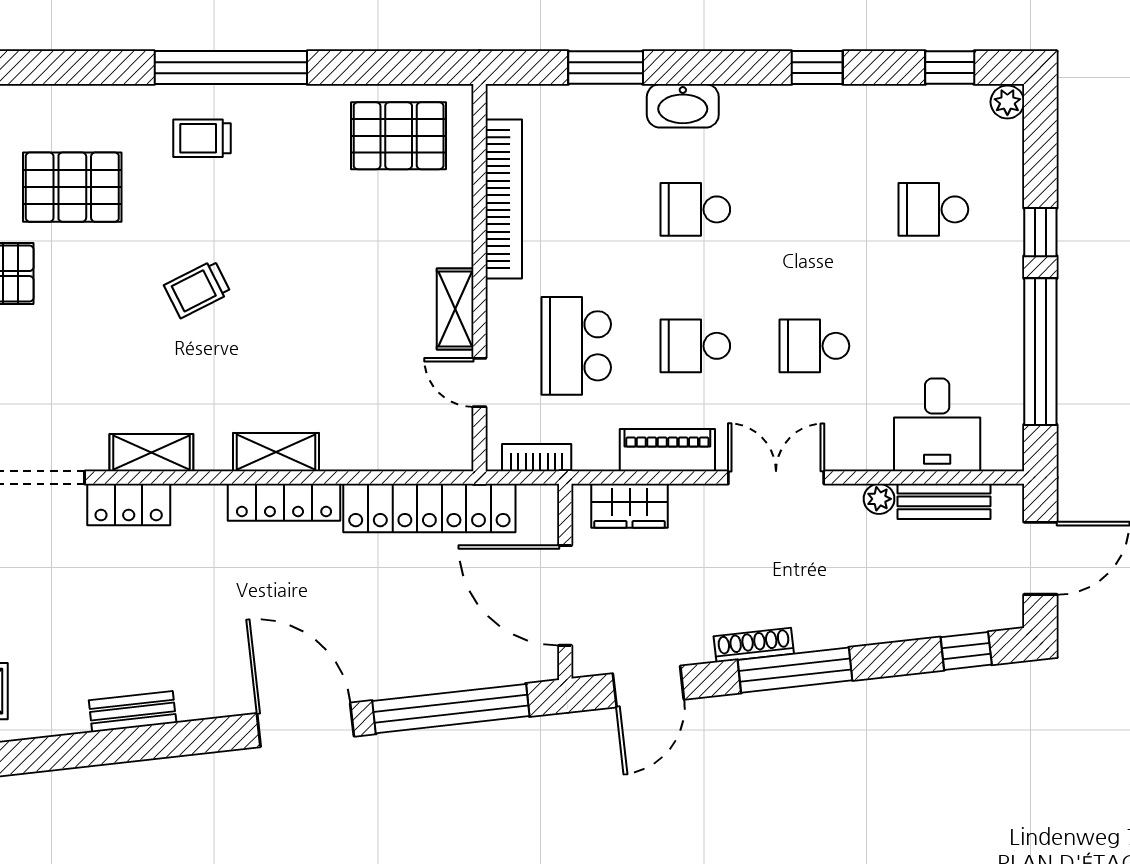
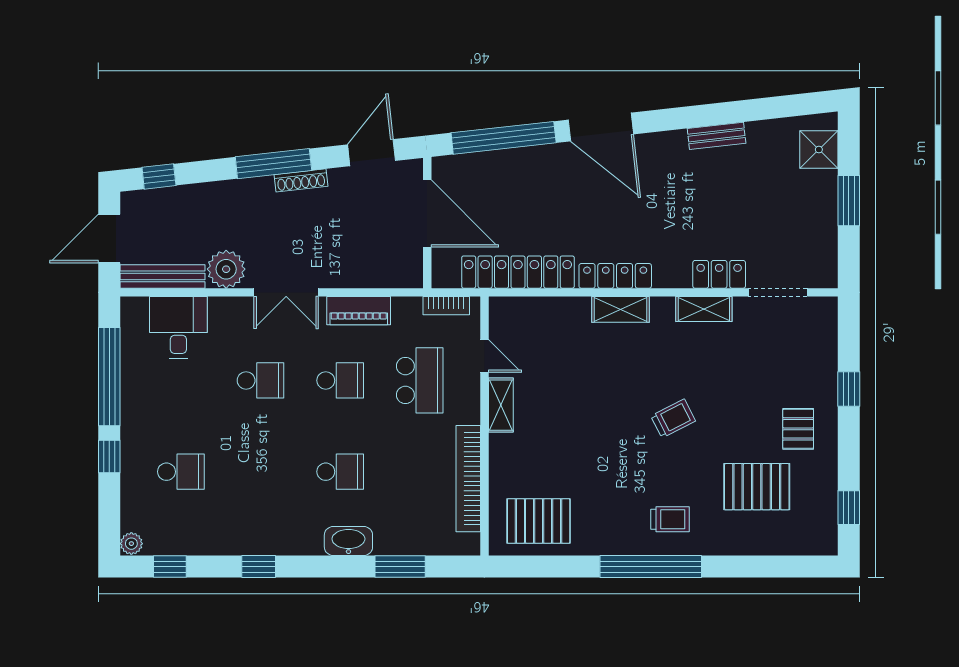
plant: (879, 499) -> (226, 269), width x1.87, depth x1.87
bench: (944, 501) -> (163, 276), width x1.36
wardrobe: (630, 506) -> (384, 274), removed

